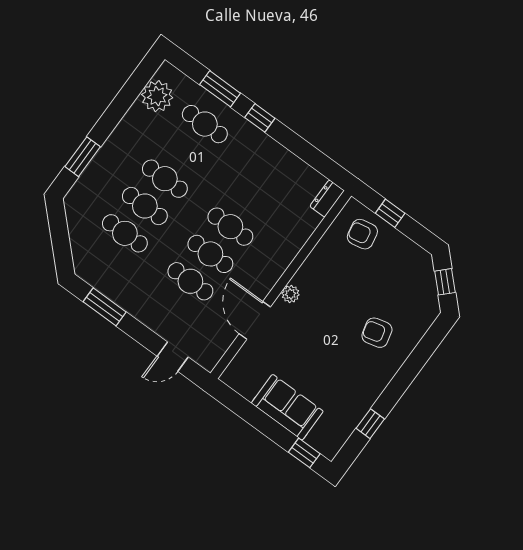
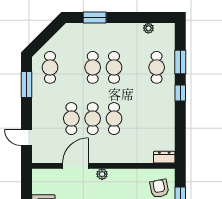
plant: (157, 96) -> (148, 28), width x0.53, depth x0.53
cafe table: (125, 233) -> (50, 67), moved

